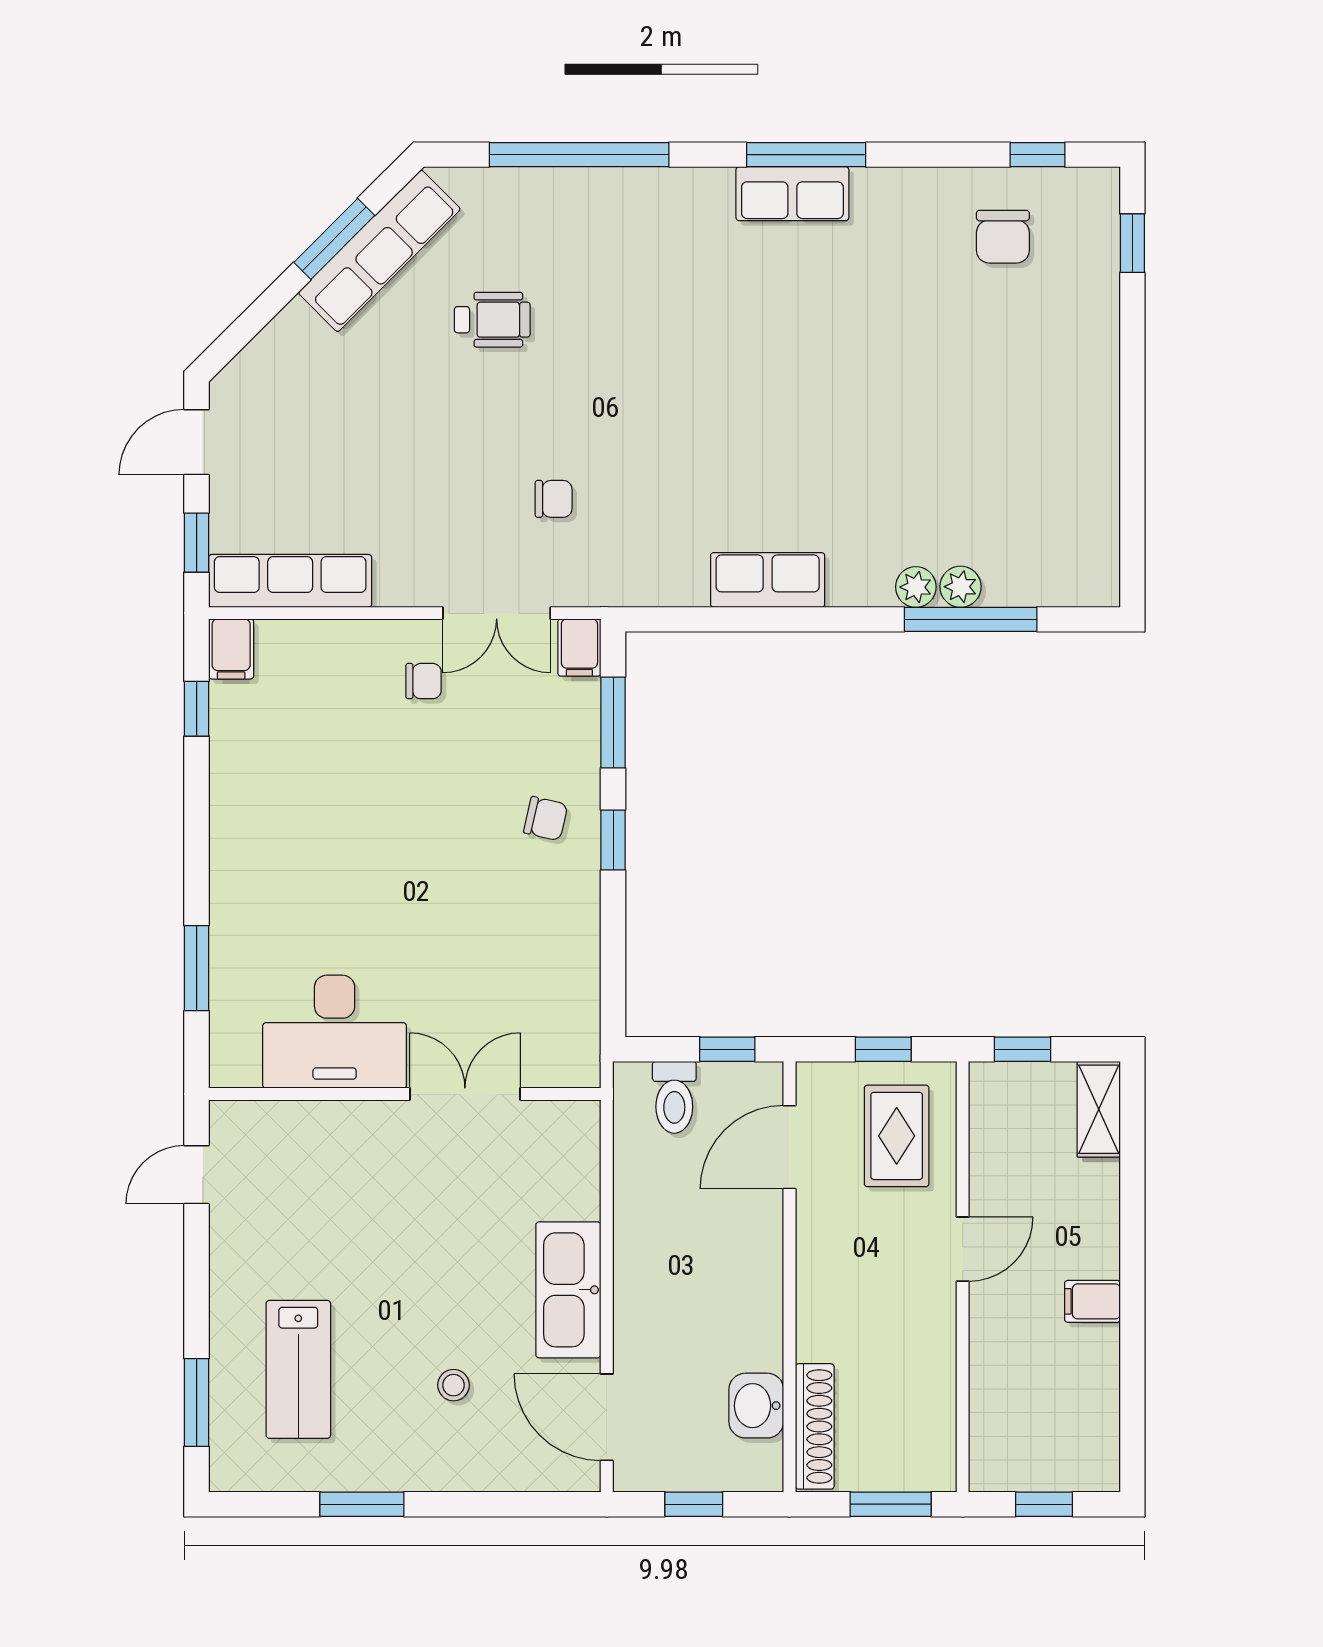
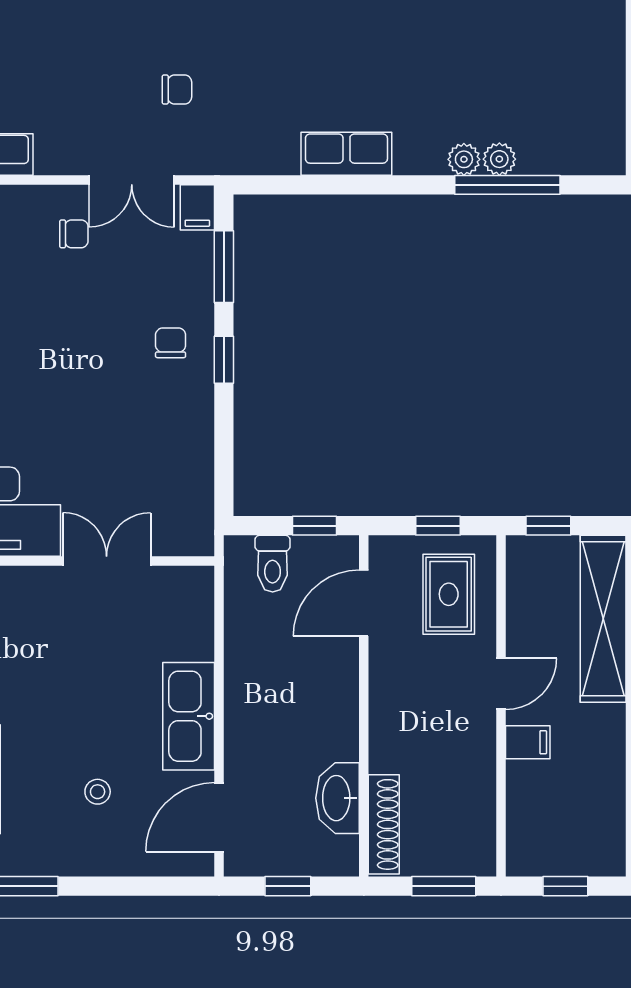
chair: (546, 819) -> (171, 343), turned -103
shelving: (1099, 1109) -> (603, 619), width x2.20, depth x1.33
filing cabinet: (1092, 1301) -> (528, 742), moved, turned 180
washbasin: (756, 1406) -> (338, 798), width x1.38
door: (607, 1417) -> (219, 817), hinge flipped

